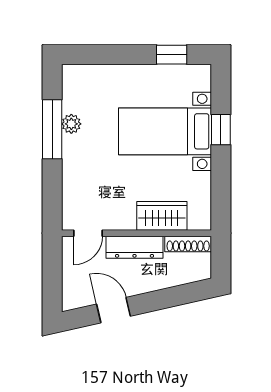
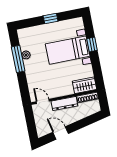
window: (172, 55) -> (51, 19), moved
wardrobe: (162, 216) -> (84, 85), moved
door: (88, 233) -> (43, 101), swing flipped

